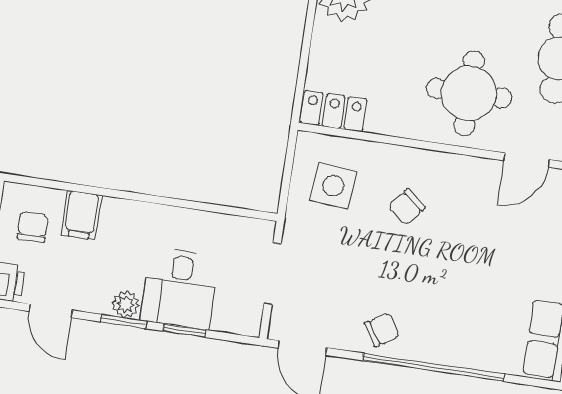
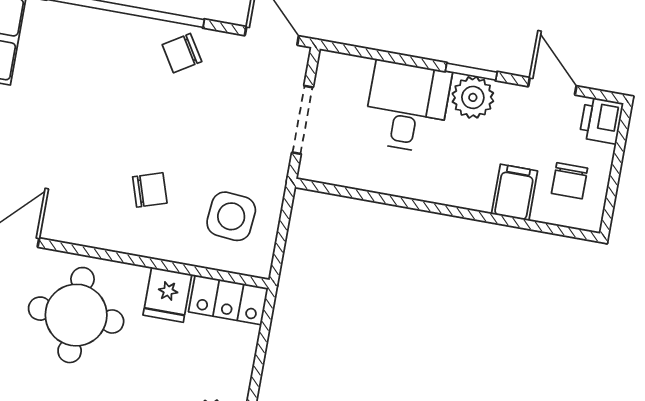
fridge: (388, 114) -> (167, 295), added
chair: (407, 207) -> (150, 190), turned 33
plant: (125, 304) -> (473, 97), width x1.38, depth x1.38
window: (185, 331) -> (403, 59), removed

